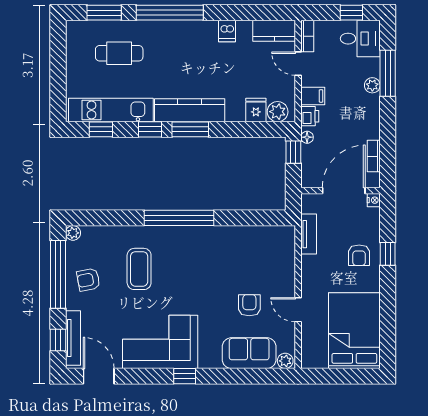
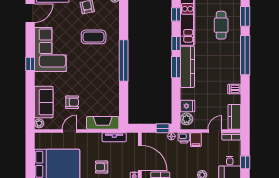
fireplace: (284, 254) -> (103, 123), added

